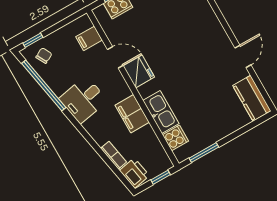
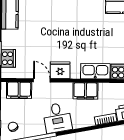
filing cabinet: (89, 38) -> (19, 90), width x2.00
door: (115, 57) -> (42, 80), hinge flipped

